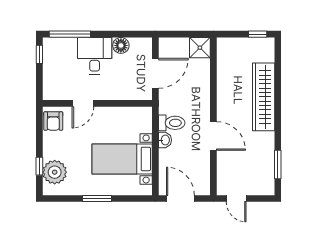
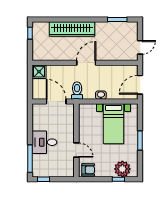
floor lamp: (121, 45) -> (38, 125), removed
toilet: (172, 123) -> (77, 91), moved
door: (213, 136) -> (86, 63), moved

